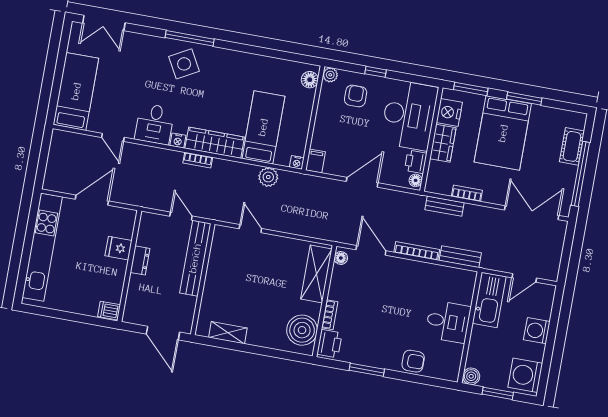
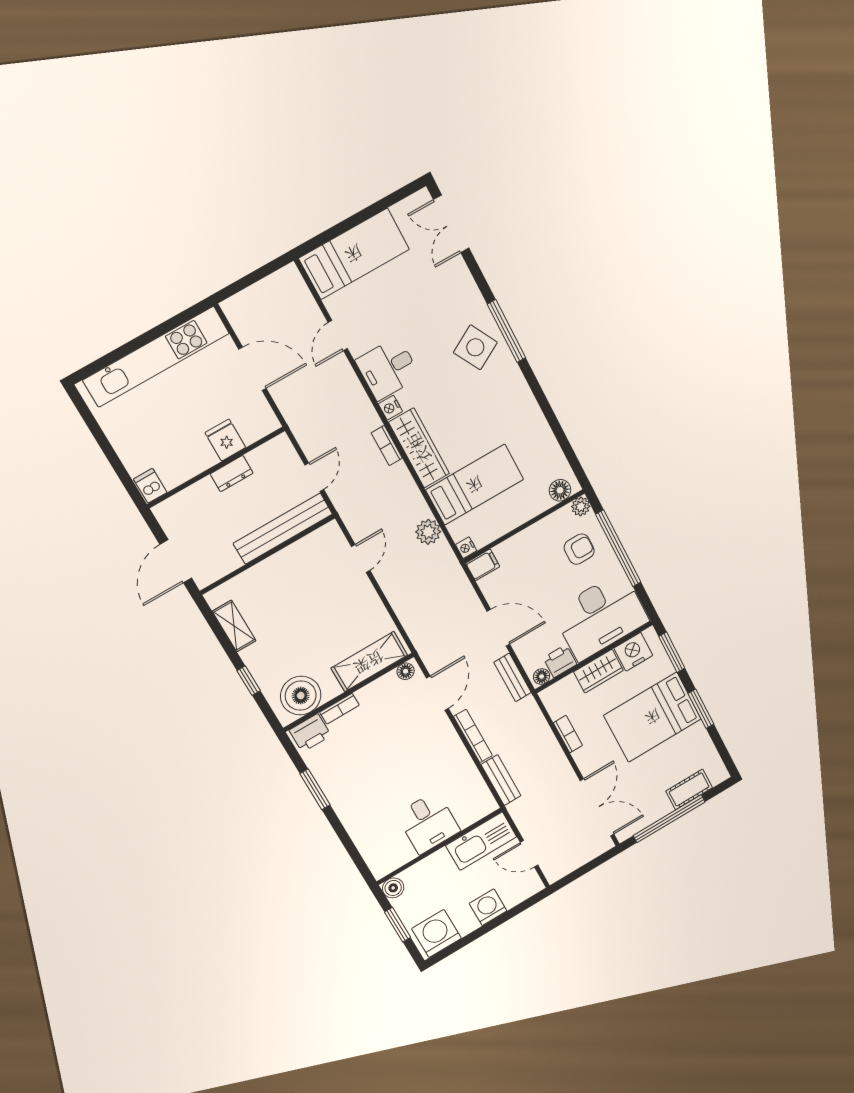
window: (376, 72) -> (618, 548), width x3.17
bench: (444, 206) -> (512, 677), moved
window: (267, 352) -> (249, 681), added
armchair: (413, 361) -> (362, 824), removed

